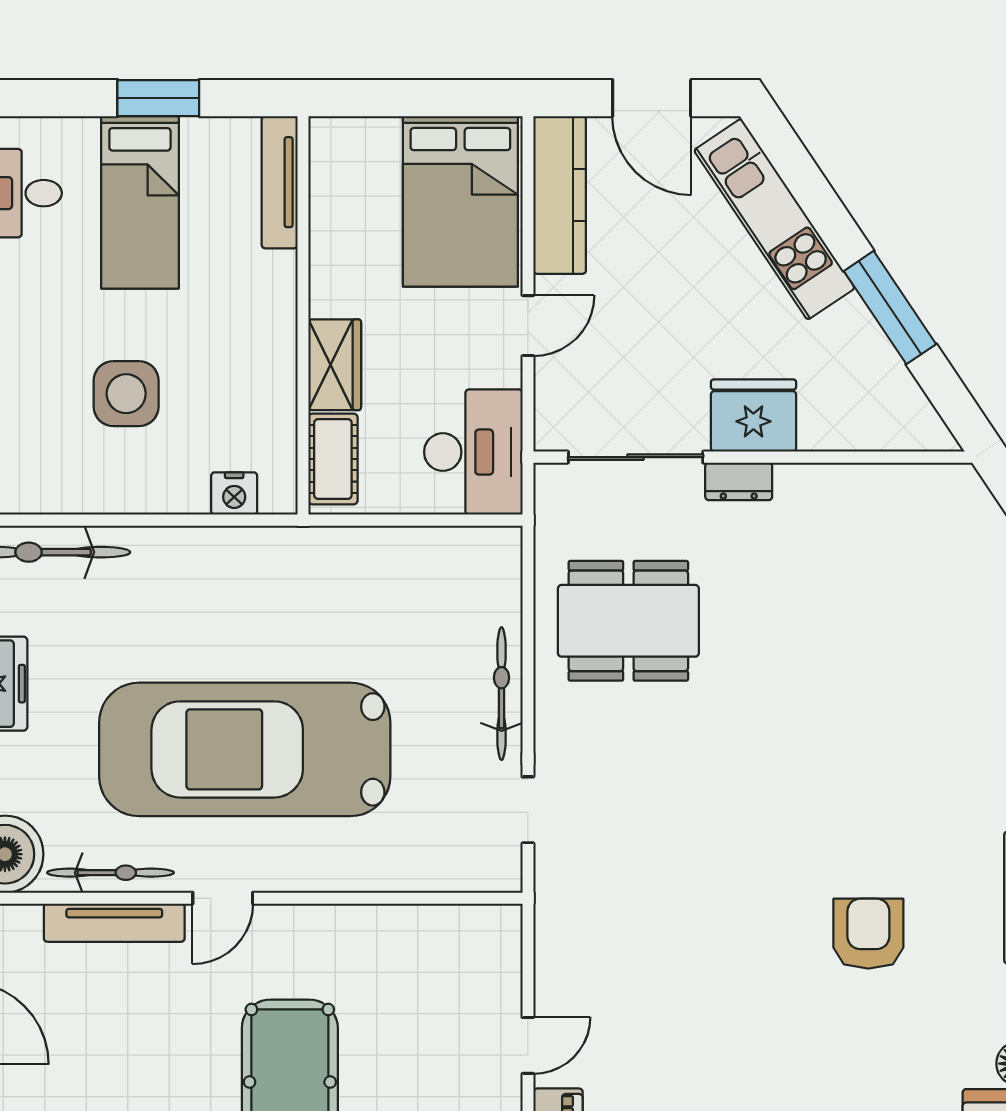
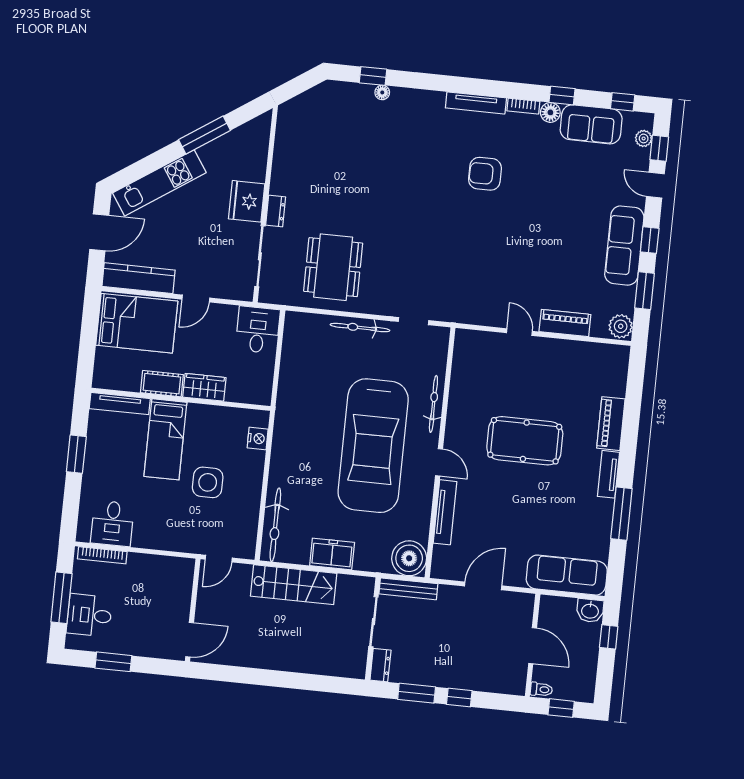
bed: (140, 202) -> (165, 439), moved, turned 90
door: (528, 326) -> (196, 299), swing flipped
desk: (473, 452) -> (258, 330), width x0.73
cot: (333, 459) -> (162, 384), moved
bicycle: (111, 873) -> (433, 404), moved

